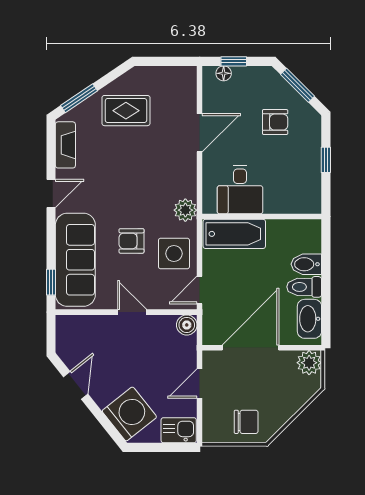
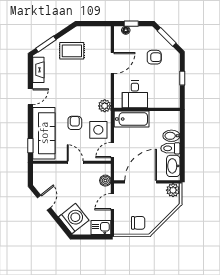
armchair: (132, 241) -> (75, 123), turned 90
boiler: (187, 325) -> (105, 181), moved

